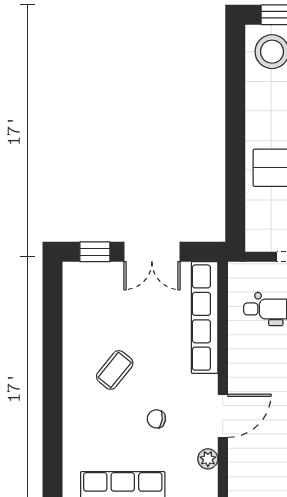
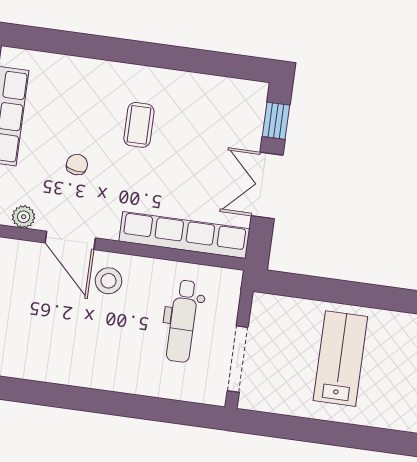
coffee table: (115, 370) -> (139, 125), turned 51
stool: (253, 378) -> (108, 281), added

